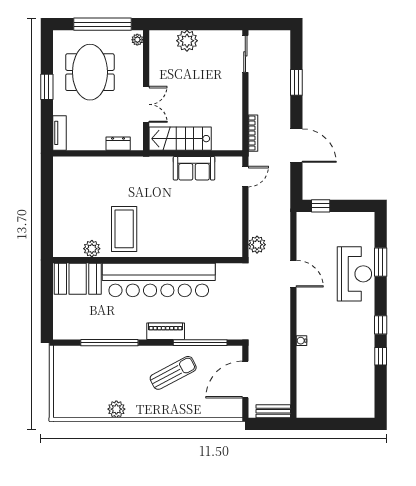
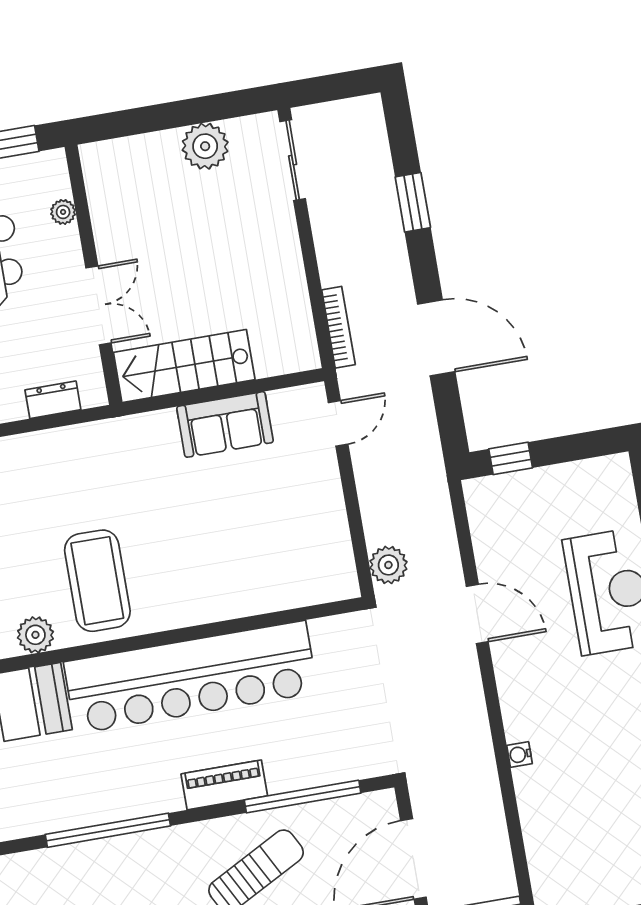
plant: (137, 40) -> (63, 212), moved
plant: (187, 41) -> (205, 146), moved

